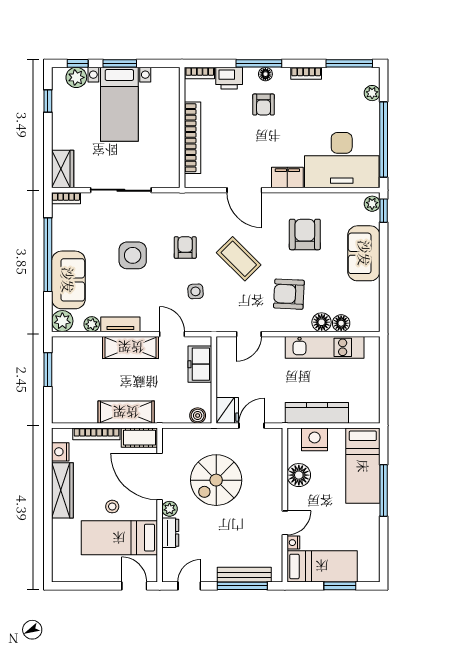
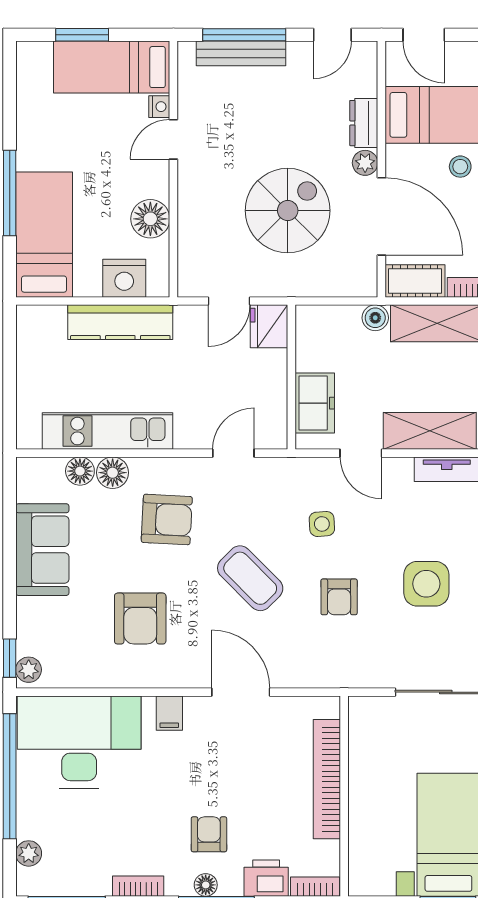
filing cabinet: (287, 177) -> (169, 713), width x0.50
sofa: (364, 253) -> (42, 550), moved
boiler: (198, 416) -> (375, 318), moved

